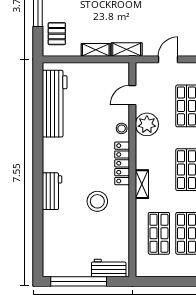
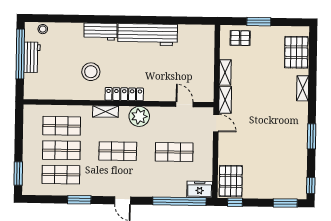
door: (168, 59) -> (216, 123), moved
workbench: (55, 104) -> (148, 35), moved
plant: (147, 124) -> (139, 116), moved
stool: (122, 128) -> (43, 29), moved
workbench: (109, 268) -> (32, 57), moved

